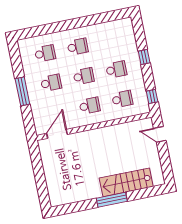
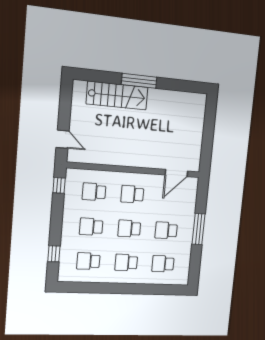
school desk: (110, 40) -> (88, 261), added
window: (144, 57) -> (54, 254), moved

